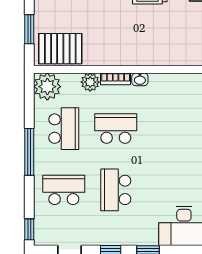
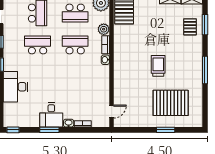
school desk: (116, 129) -> (75, 45), turned -90

